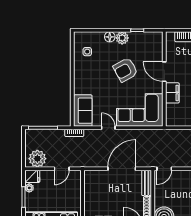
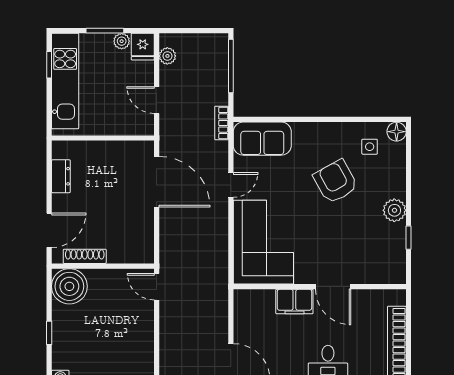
floor lamp: (110, 37) -> (397, 132), moved
armchair: (125, 70) -> (336, 182), moved
door: (164, 72) -> (333, 287), swing flipped
plant: (37, 159) -> (167, 56), width x0.53, depth x0.53
door: (122, 169) -> (157, 182), moved
bench: (147, 183) -> (131, 255), removed

